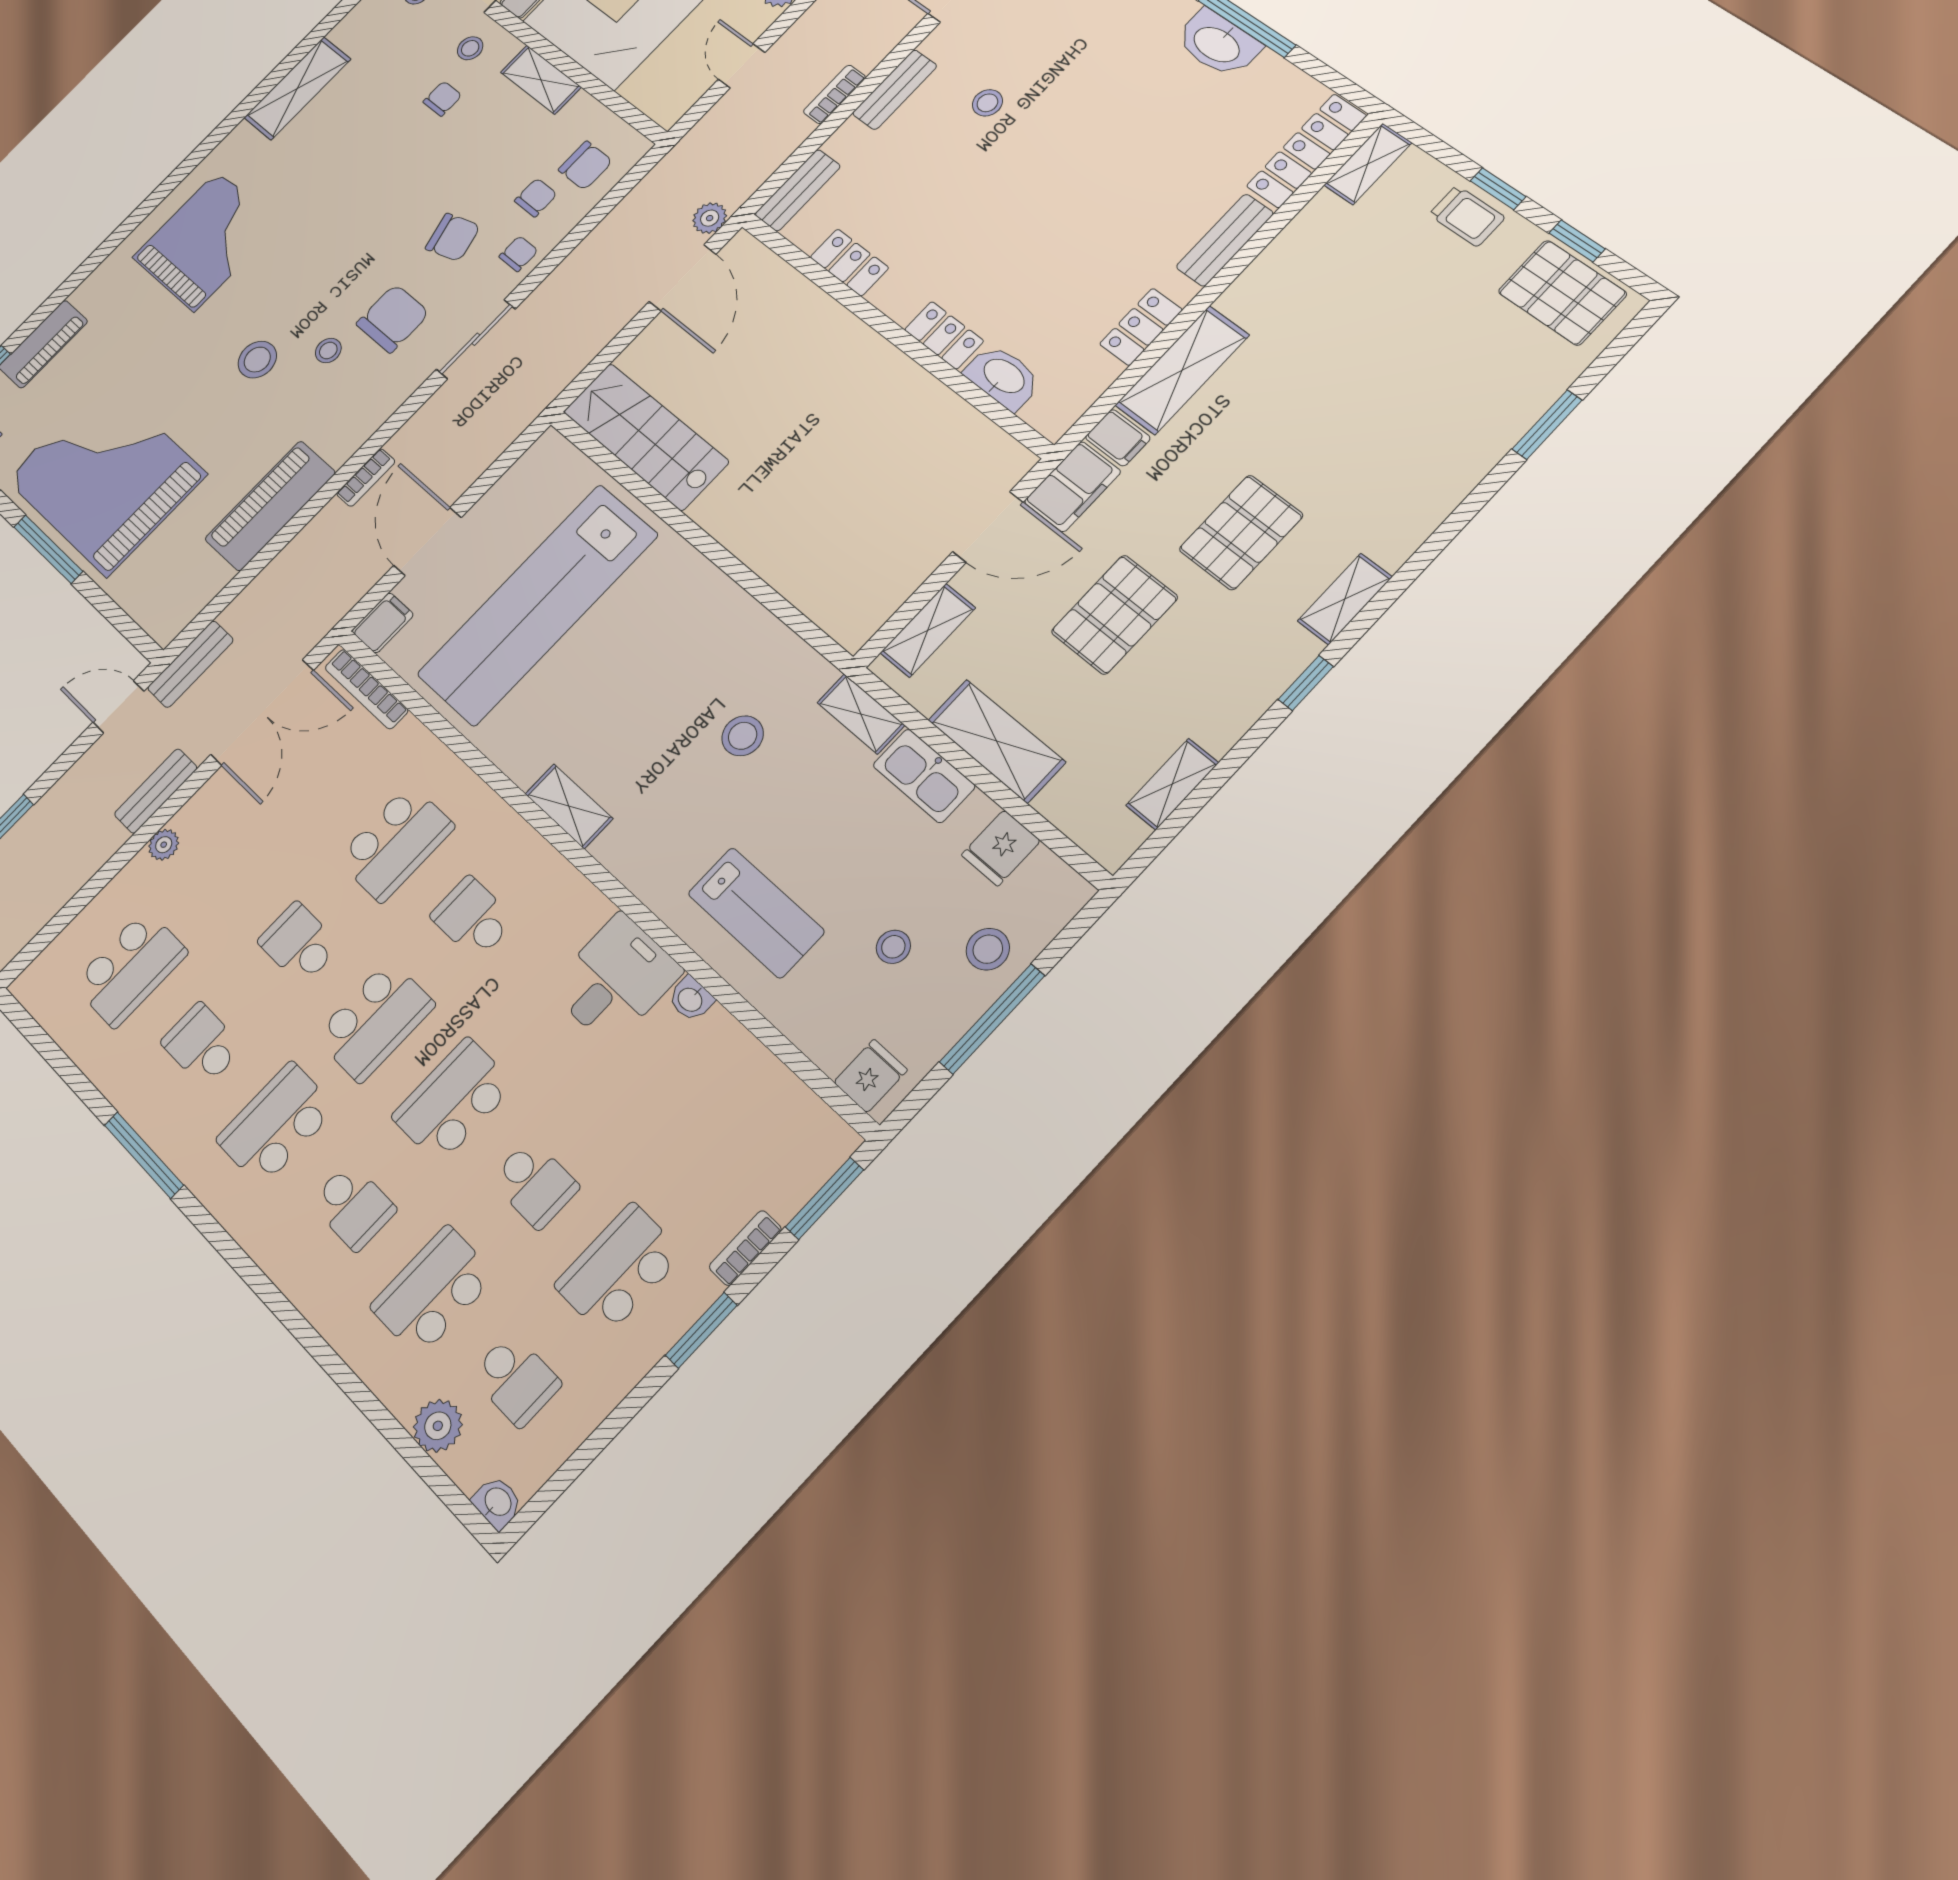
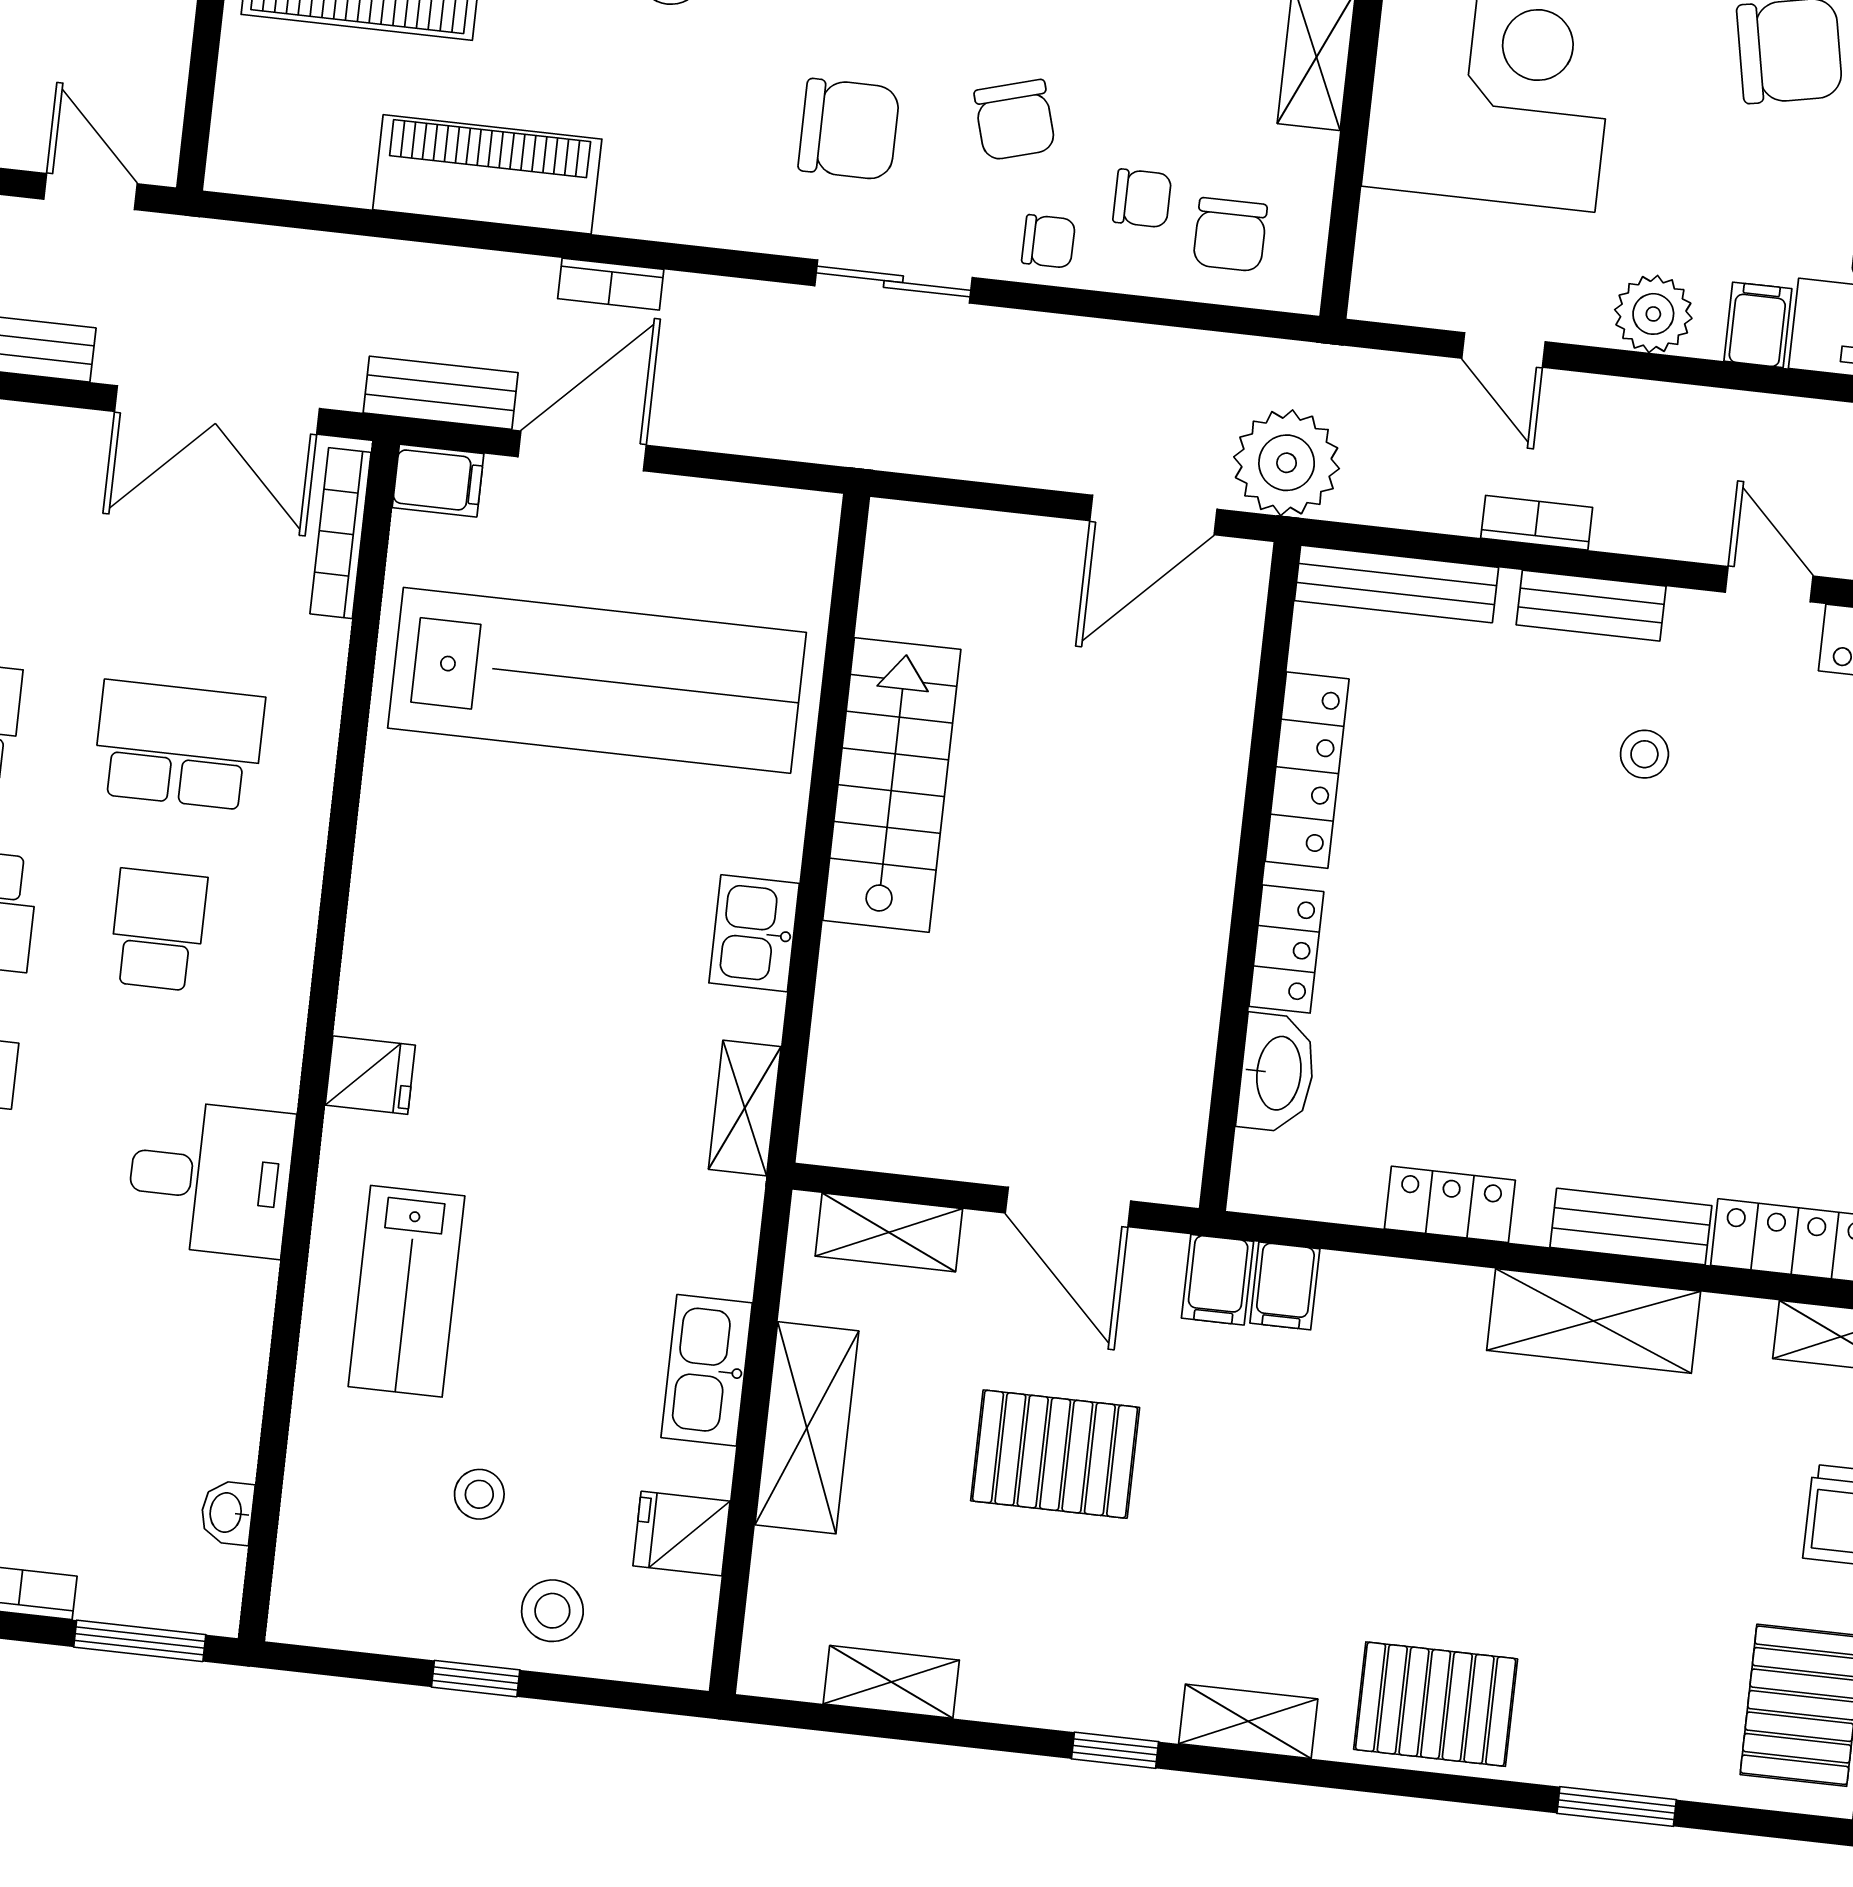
door: (742, 66) -> (1504, 350), swing flipped
bench: (798, 190) -> (1396, 584), width x1.36
plant: (710, 218) -> (1287, 463), width x1.88, depth x1.88
locker: (849, 262) -> (1307, 770), width x1.53
stool: (328, 350) -> (748, 70), removed
shelving: (1182, 370) -> (1594, 1321), moved
stairs: (646, 437) -> (892, 785), moved
filing cabinet: (1073, 487) -> (1217, 1280), width x0.50
pallet: (1241, 532) -> (1436, 1704), moved
kitchen sink: (722, 604) -> (754, 933), added
lab bench: (538, 605) -> (597, 680), turned 180
bench: (190, 664) -> (441, 393), moved
shelving: (861, 714) -> (745, 1108), moved
stool: (743, 736) -> (607, 1098), removed
shelving: (569, 806) -> (375, 941), removed
school desk: (396, 843) -> (179, 745), turned 180
washbasin: (691, 999) -> (227, 1513), moved
window: (992, 1019) -> (476, 1679), width x0.46
fridge: (870, 1076) -> (370, 1075), moved

